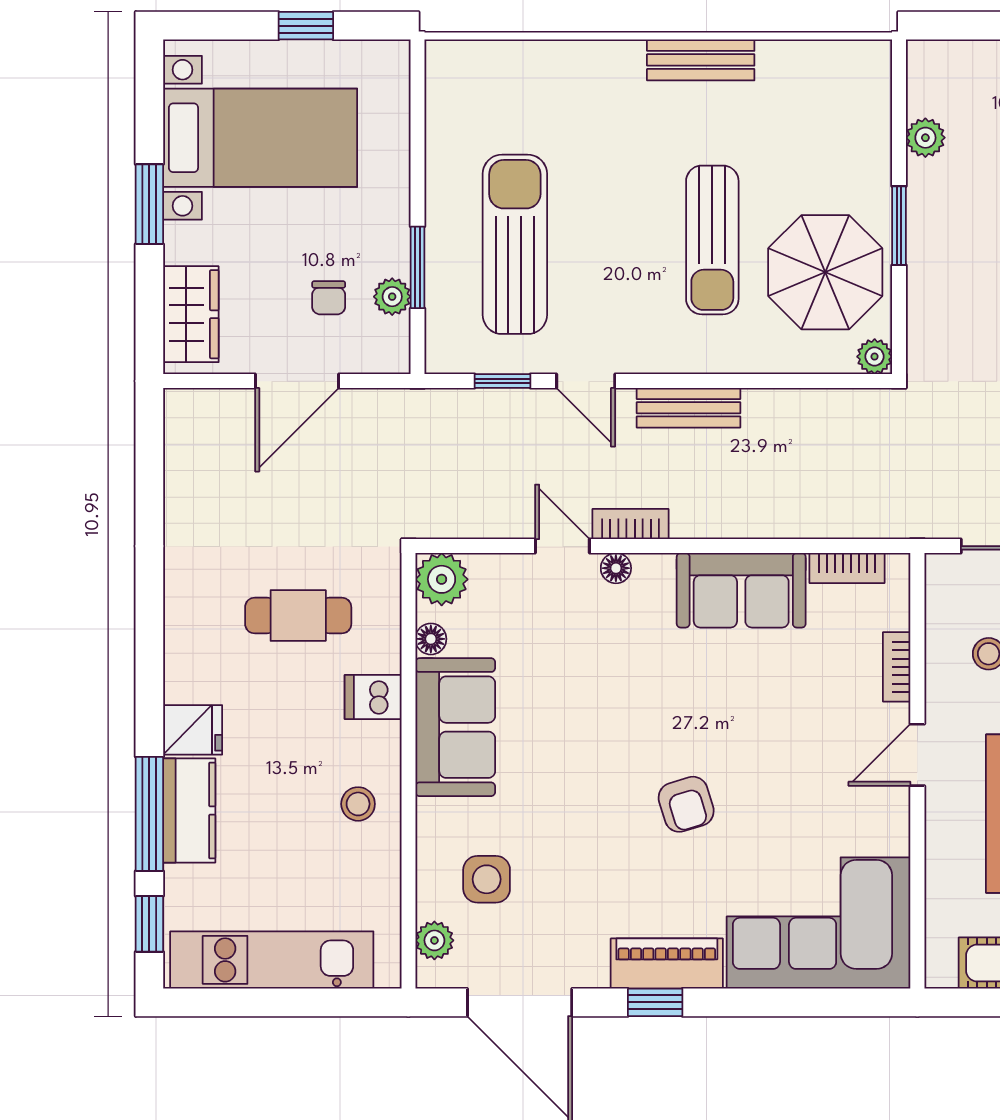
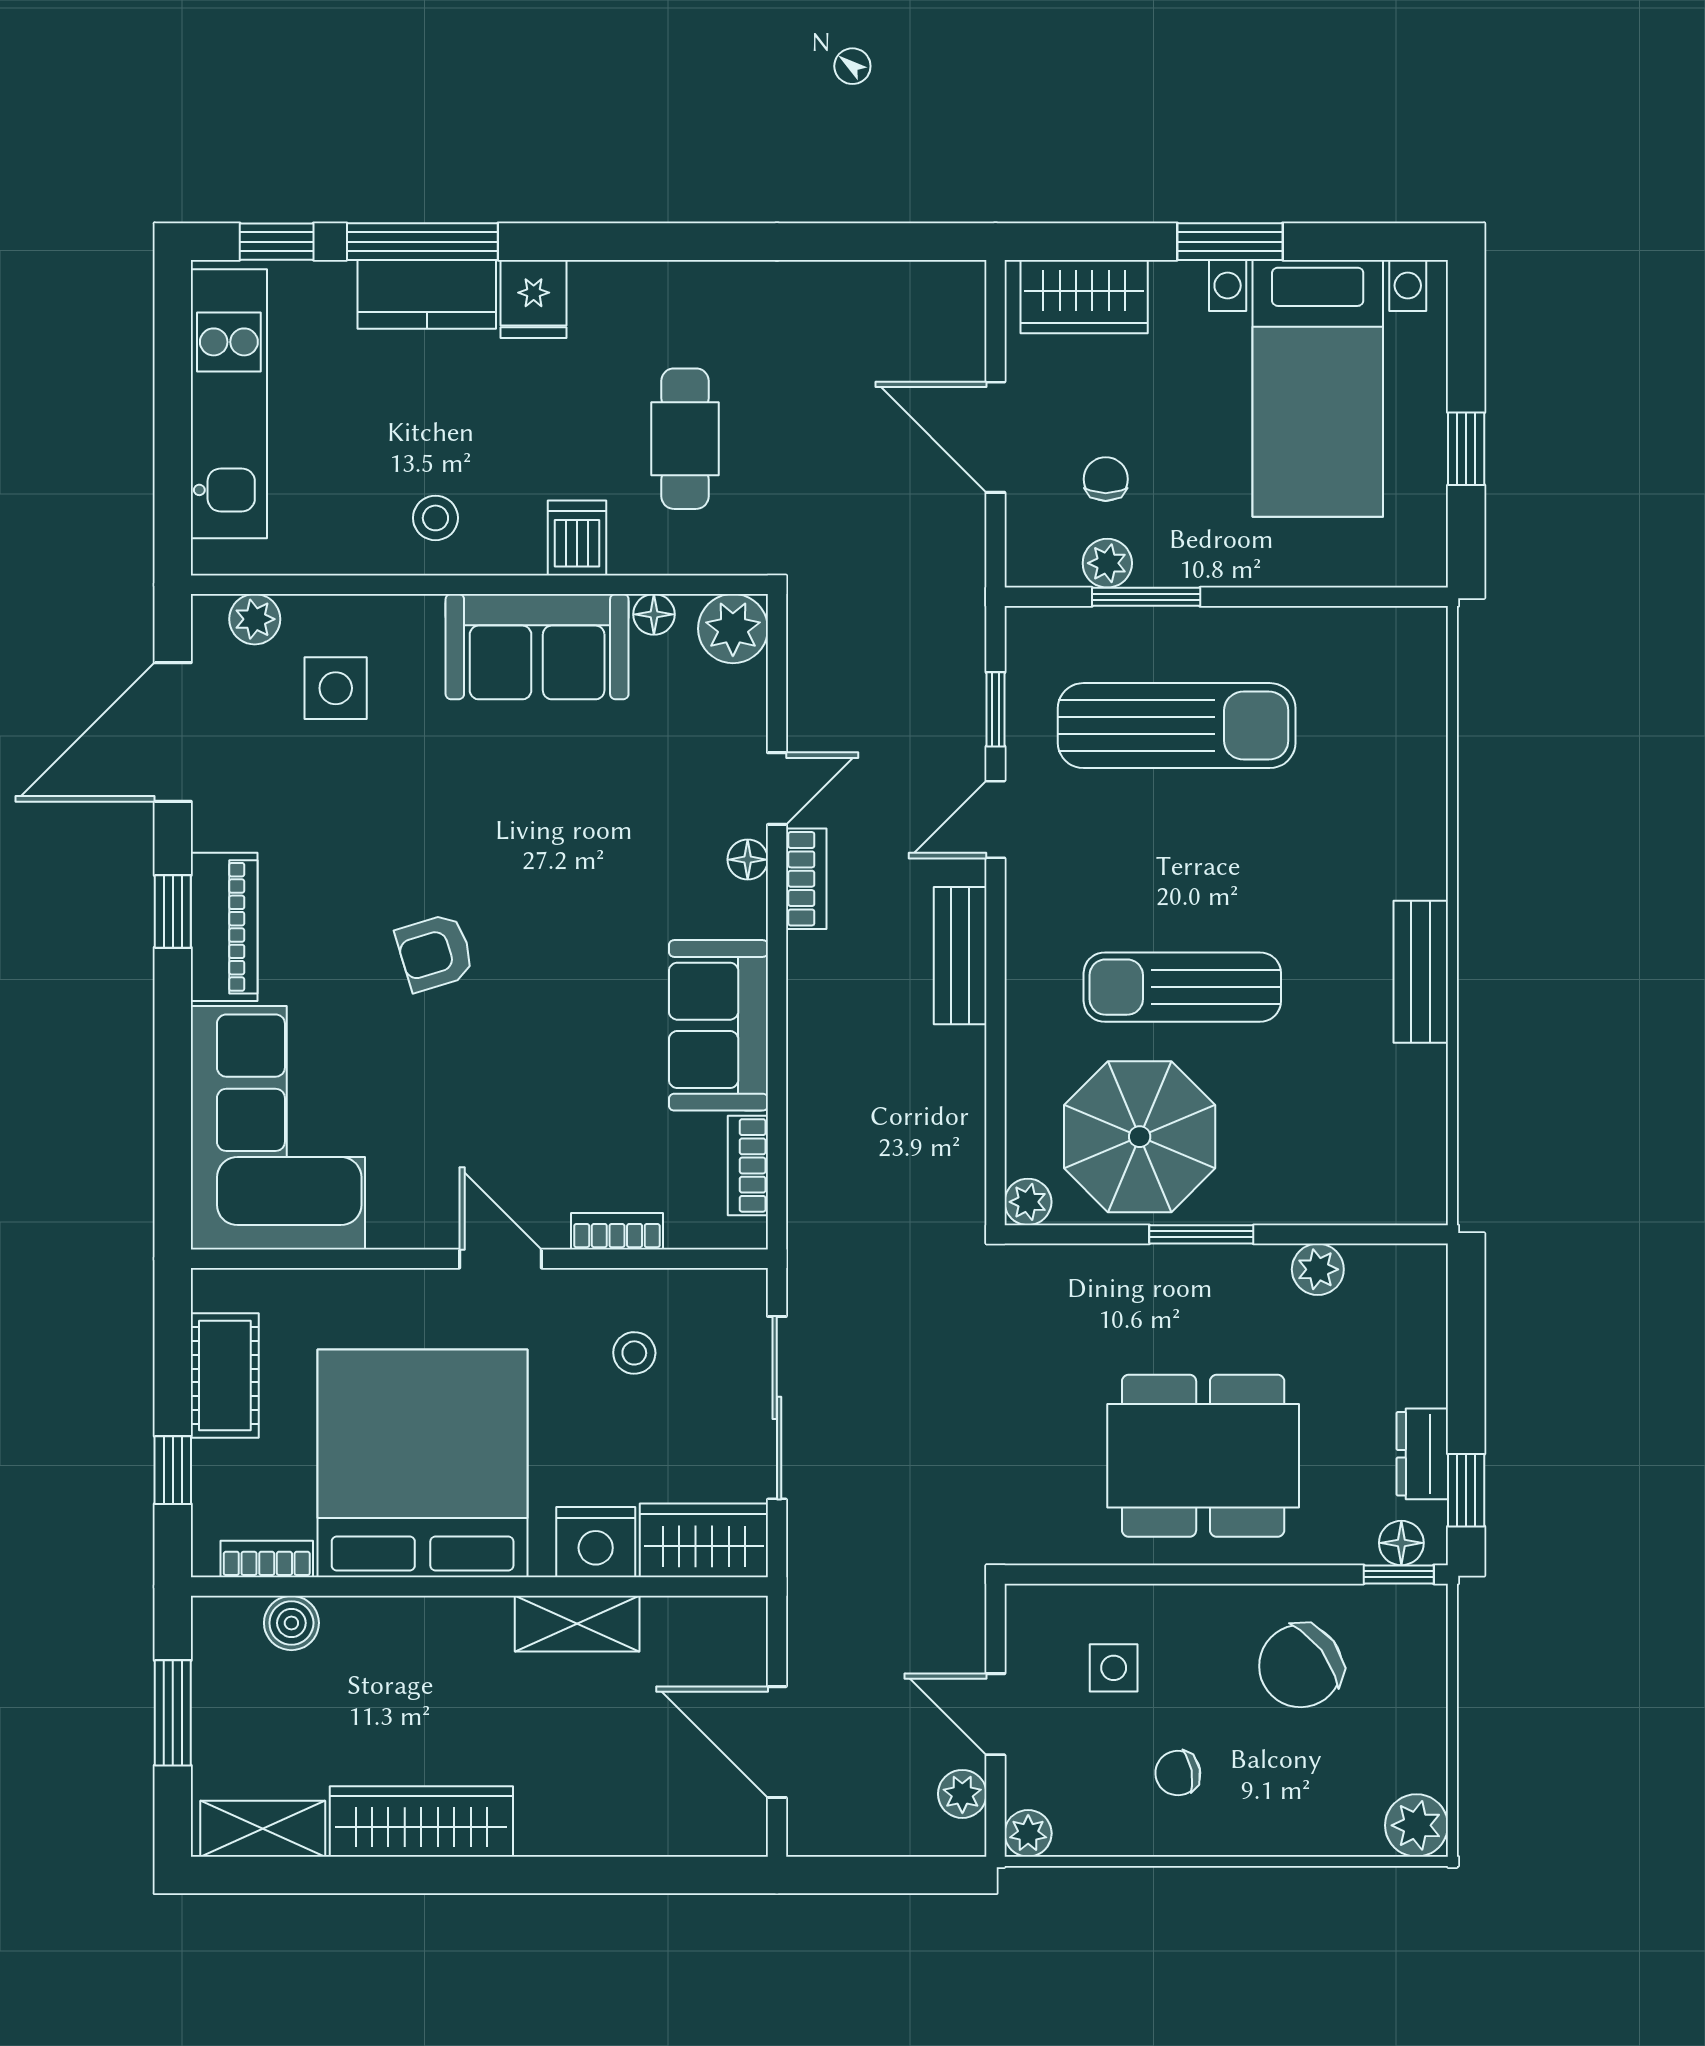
chair: (329, 298) -> (1106, 479), turned 90

